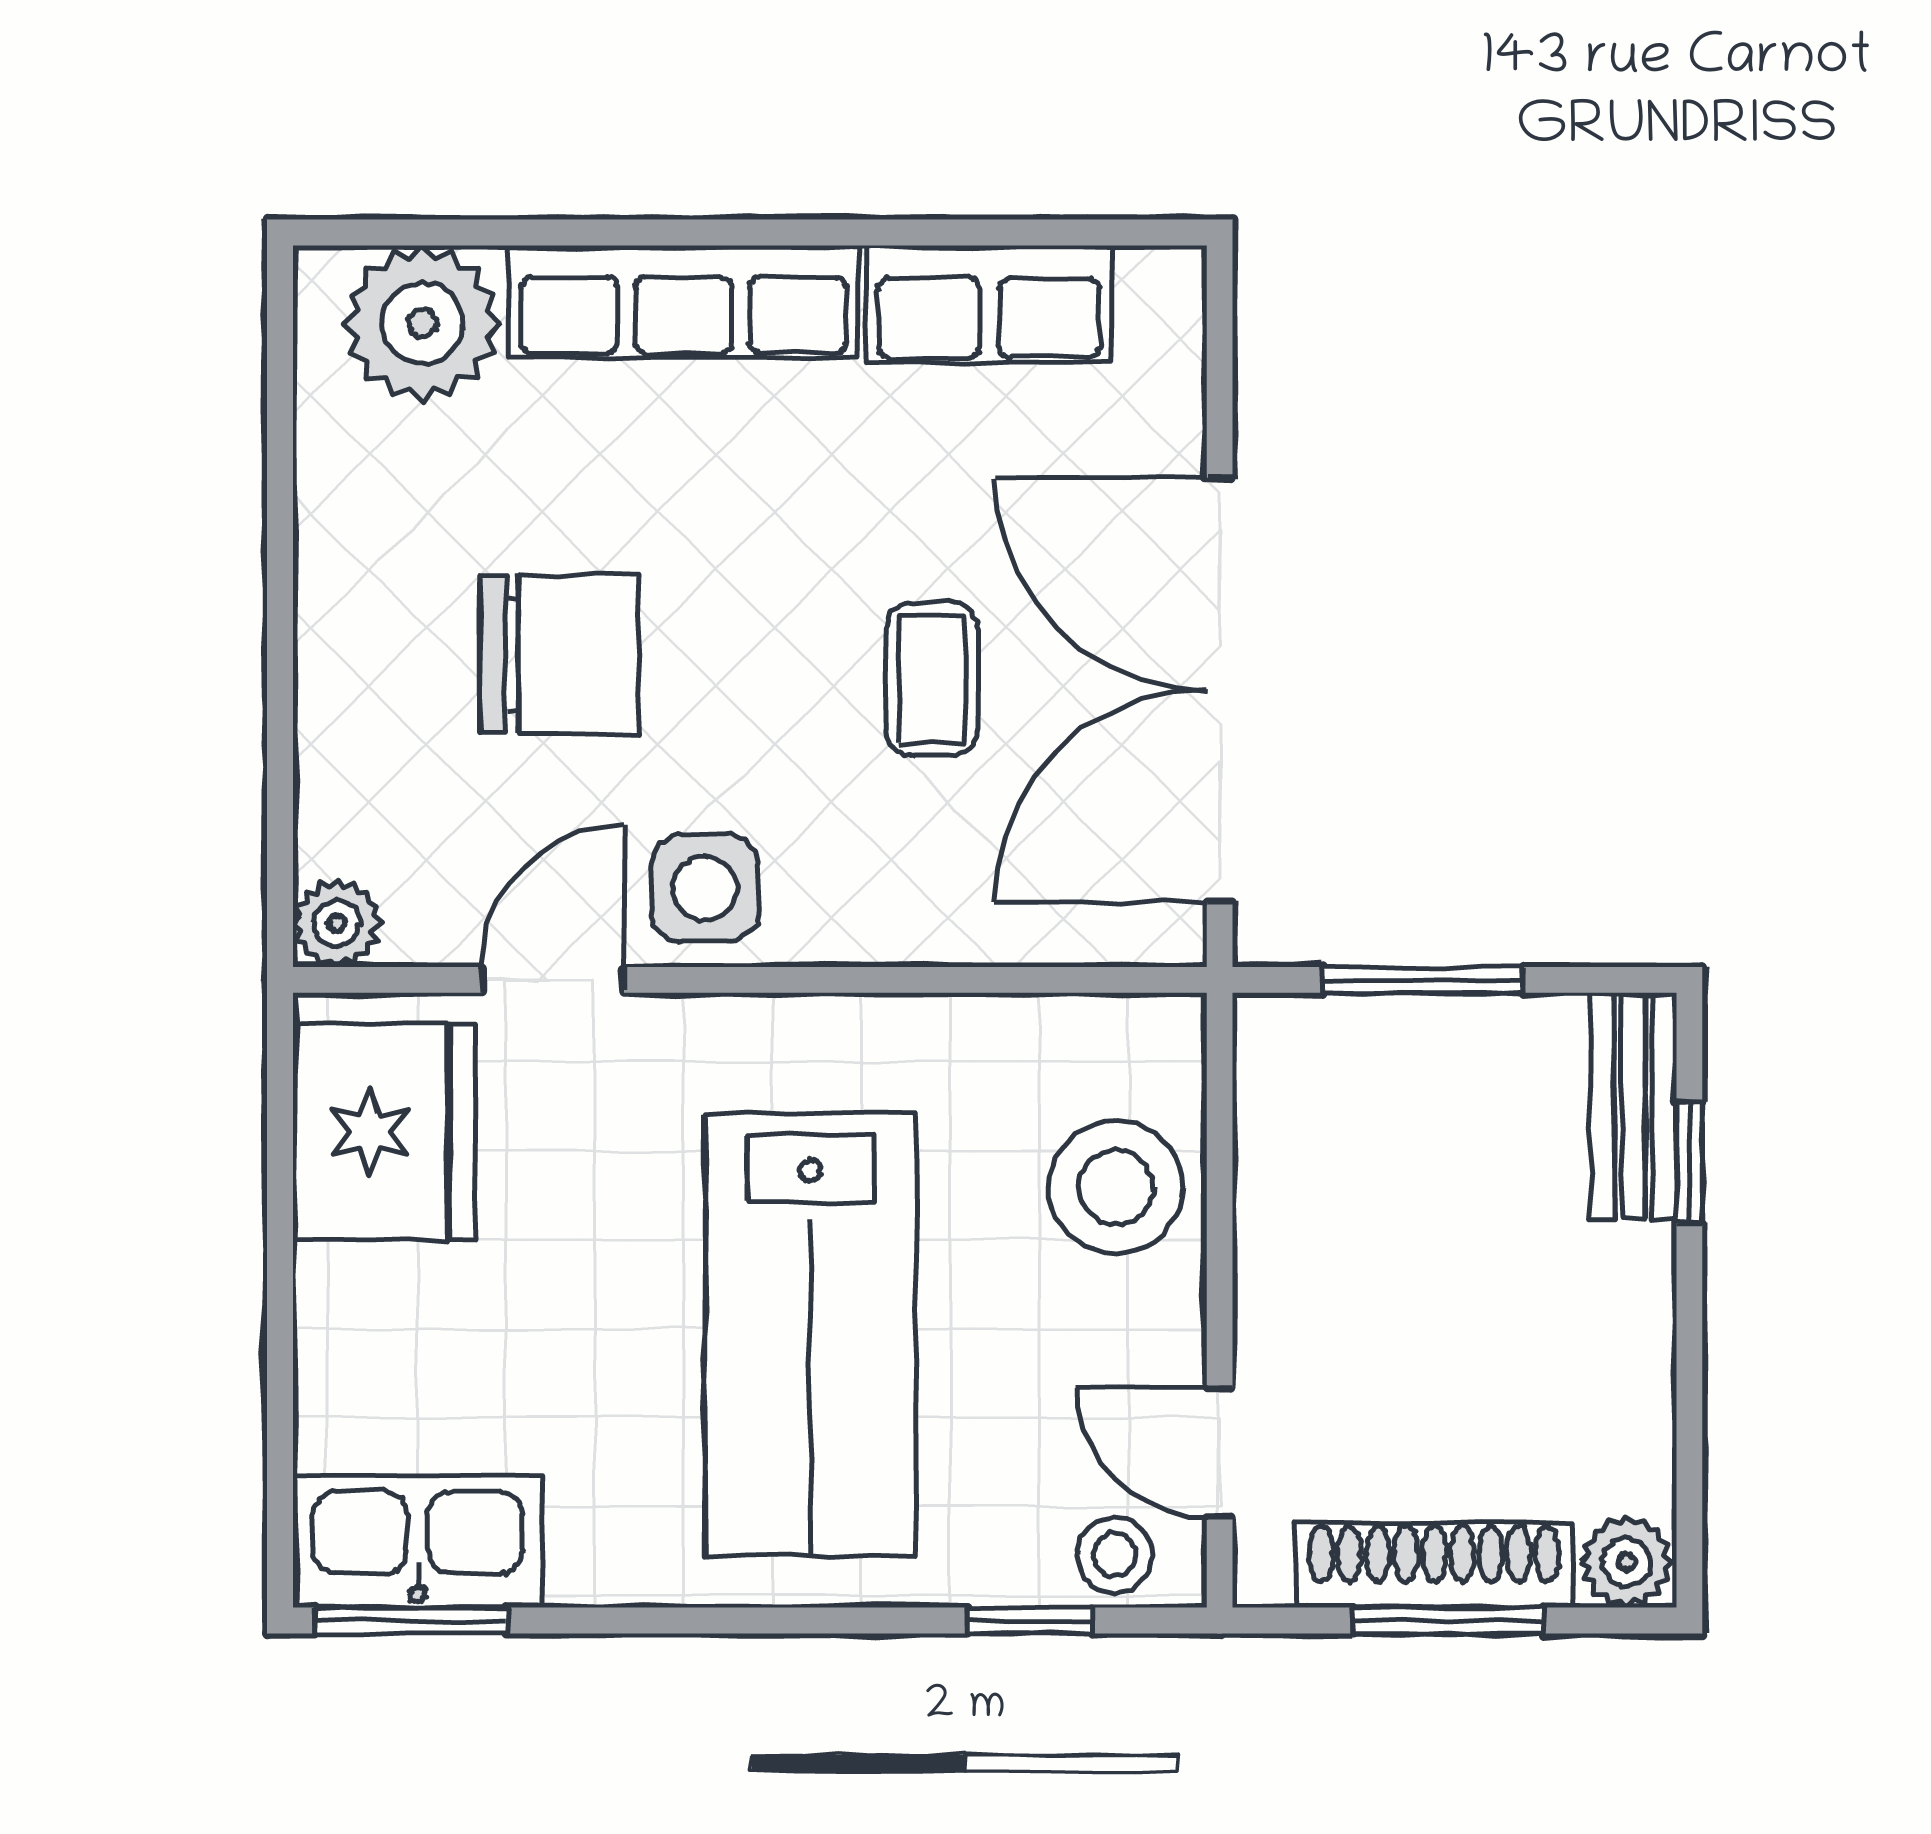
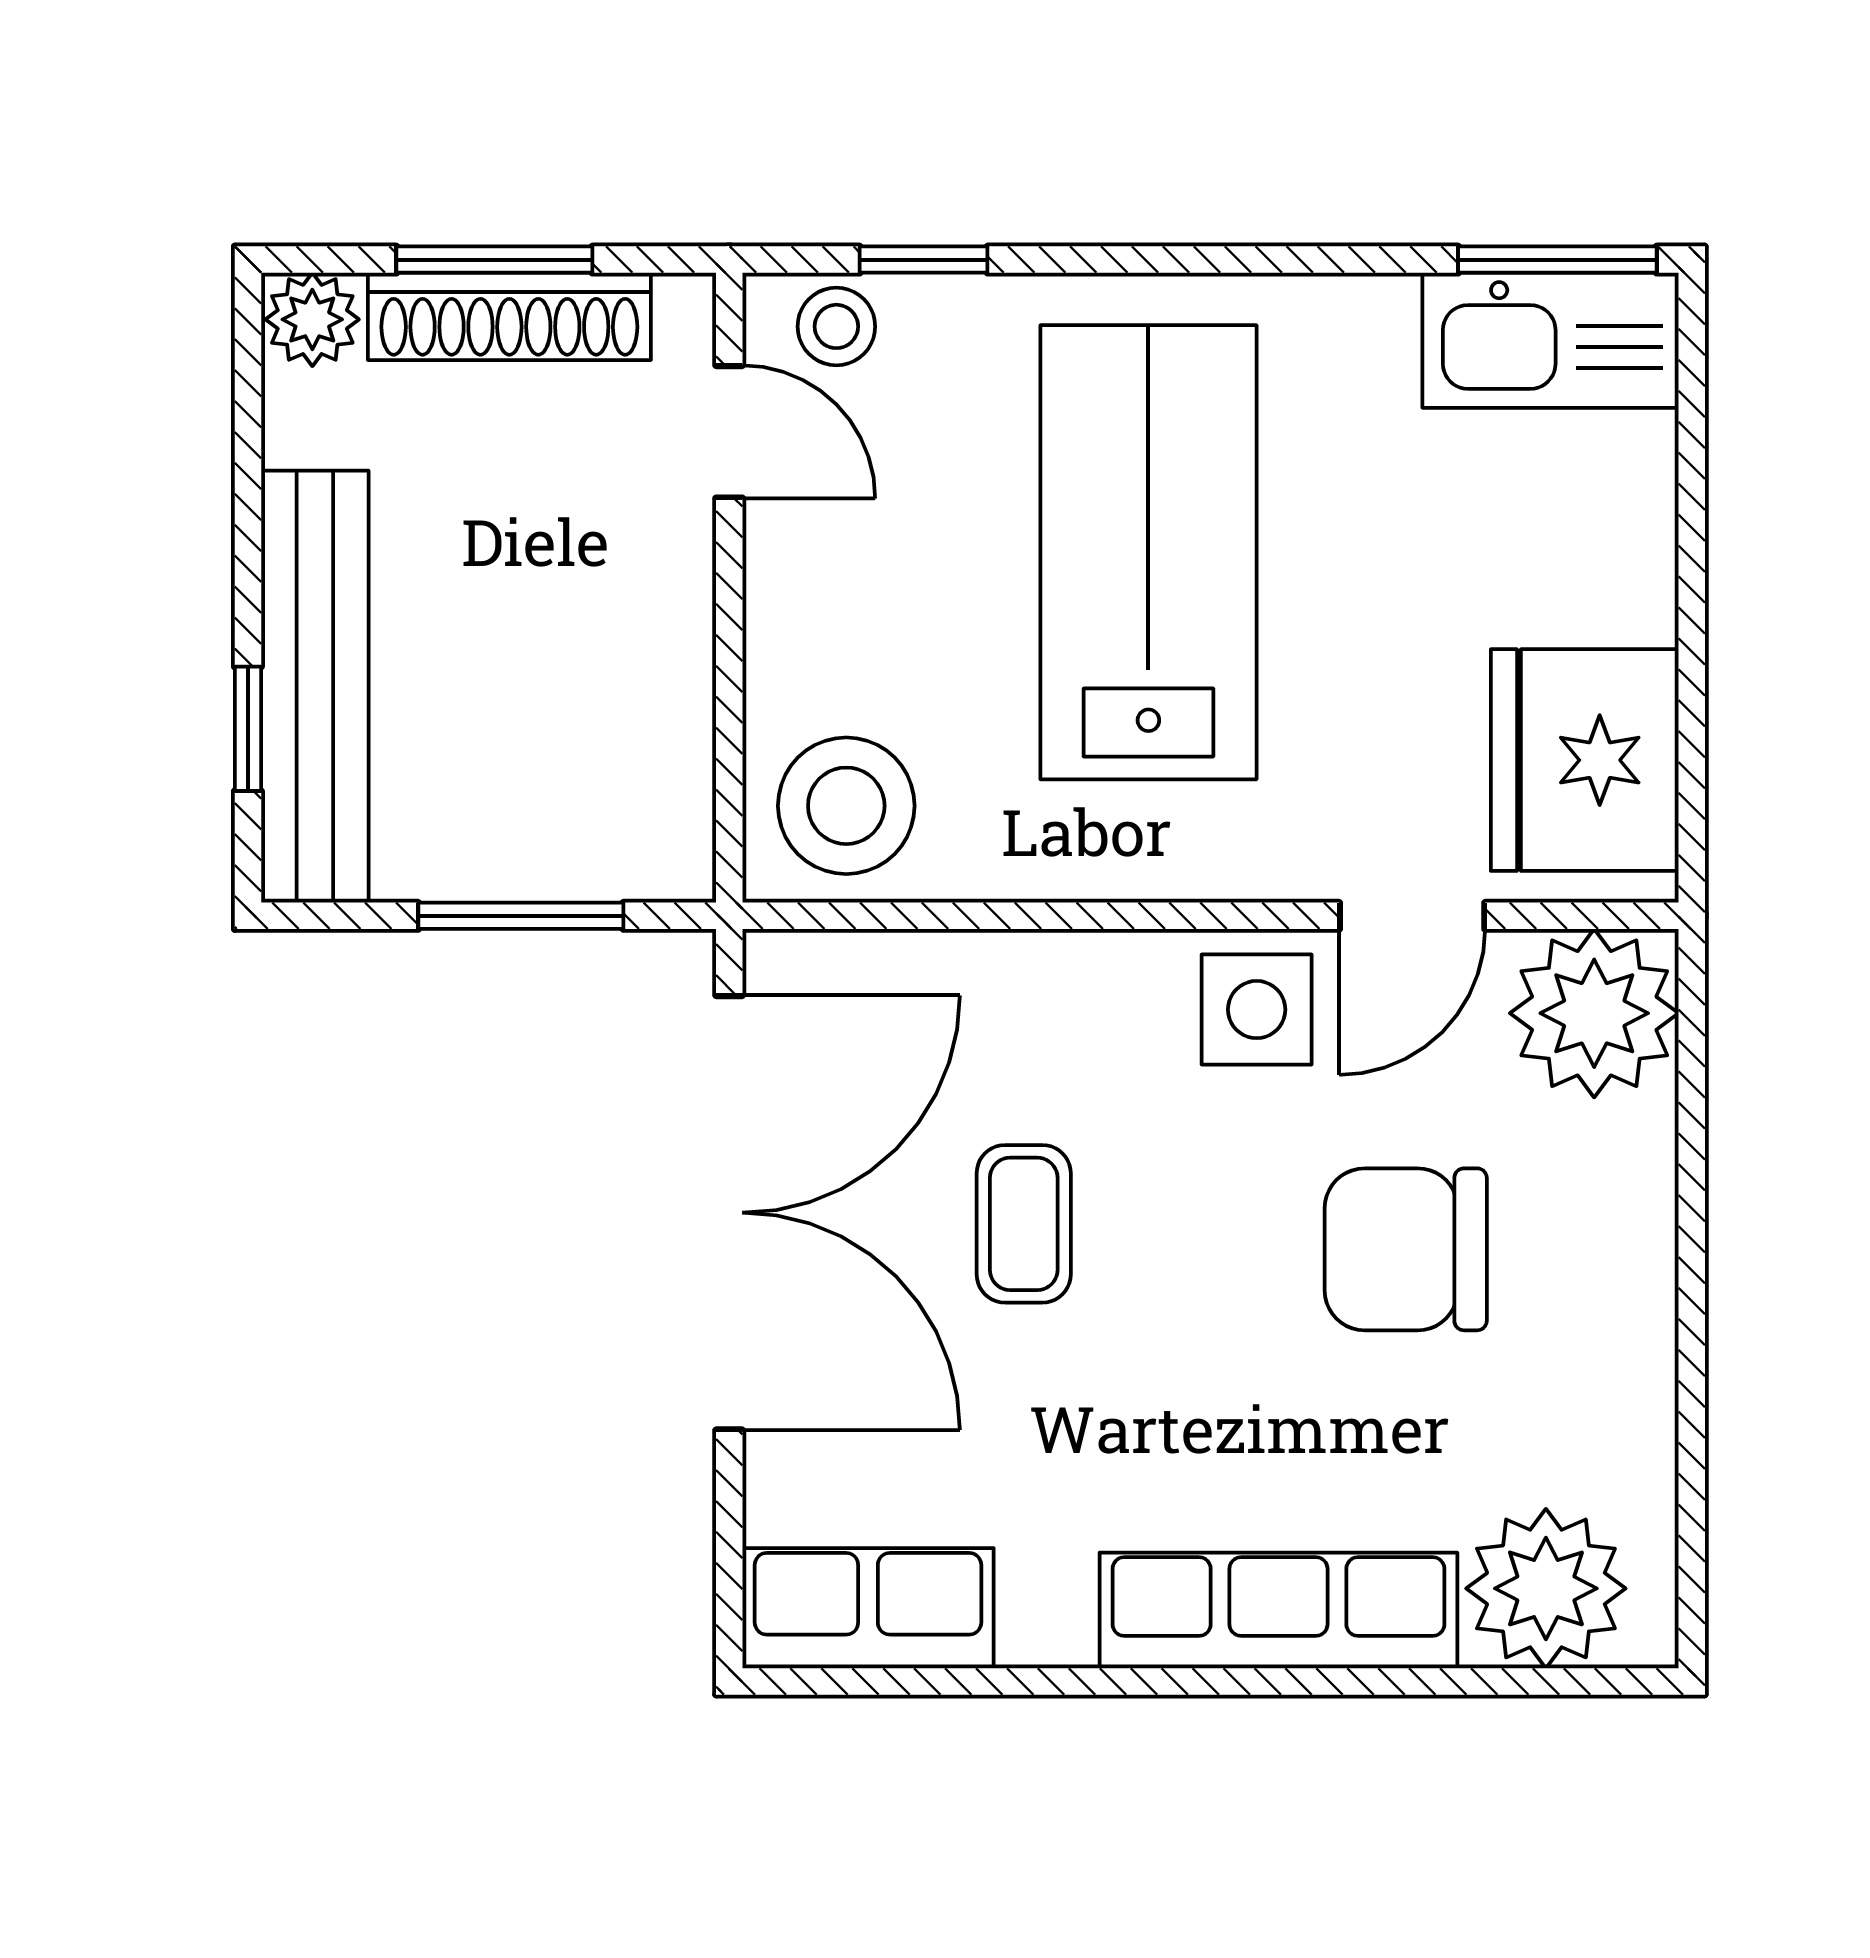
row of seats: (989, 304) -> (868, 1608), moved
plant: (337, 923) -> (1594, 1013), width x1.87, depth x1.87
bench: (1633, 1106) -> (315, 687), width x1.86, depth x1.21
stool: (1116, 1187) -> (846, 806), moved

